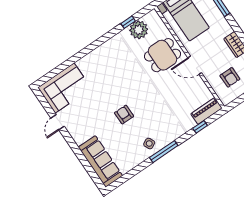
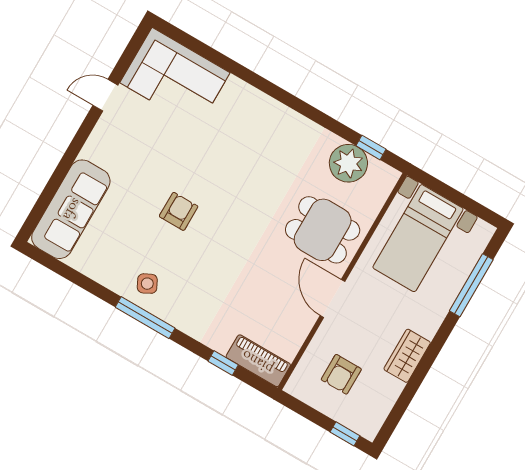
window: (128, 22) -> (371, 147), moved

